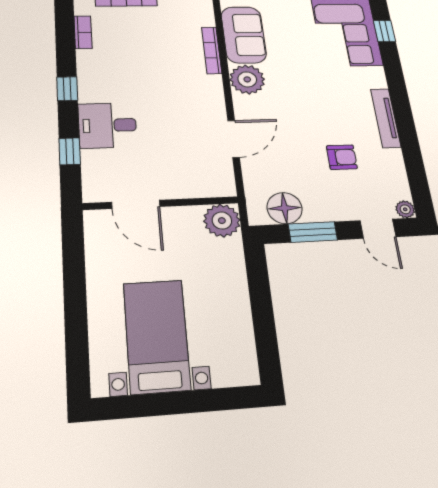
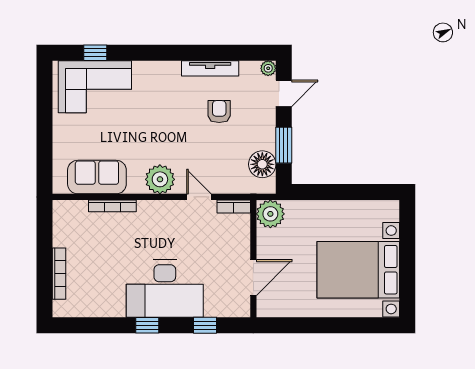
bookcase: (83, 32) -> (234, 207), moved, turned 180
plant: (247, 79) -> (160, 179), moved
tv unit: (386, 118) -> (210, 68), moved
desk: (107, 125) -> (165, 289), width x1.87, depth x1.30
door: (234, 139) -> (199, 197), width x0.73
bed with nightstands: (157, 336) -> (358, 270), width x1.36

